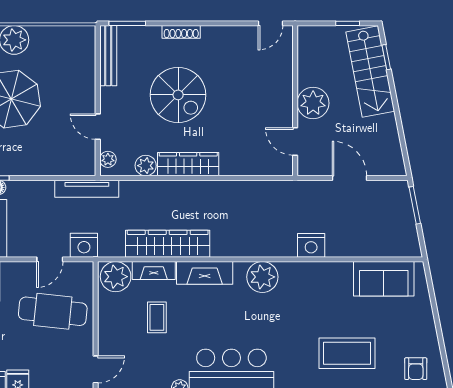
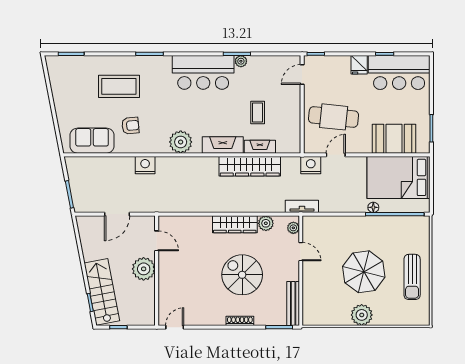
door: (349, 178) -> (117, 214), hinge flipped
tv unit: (87, 189) -> (302, 206), width x0.71
plant: (116, 277) -> (288, 142), removed
armchair: (416, 369) -> (130, 126), moved, turned 85

